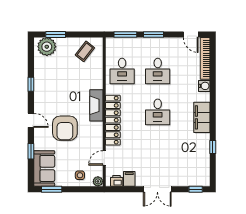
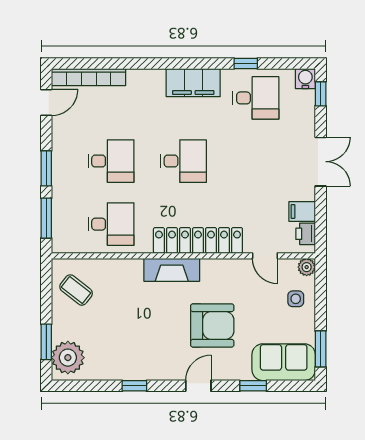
water cooler: (204, 86) -> (305, 79), moved
desk: (193, 153) -> (256, 98), added

